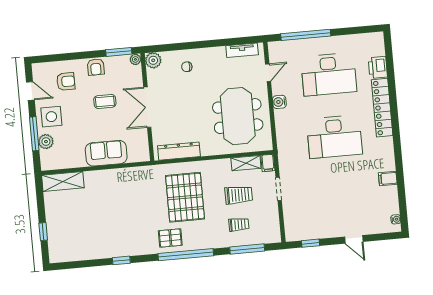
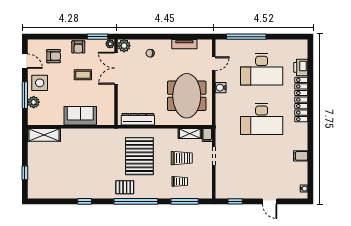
tv unit: (242, 50) -> (184, 44), moved
double door: (147, 107) -> (116, 68), moved

